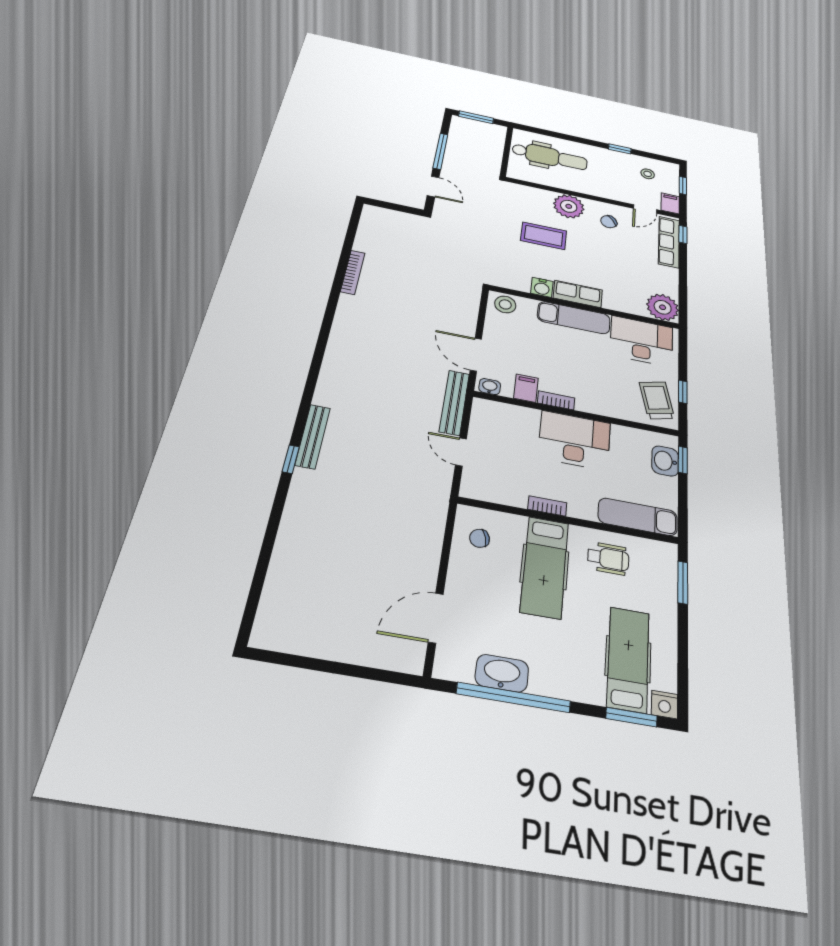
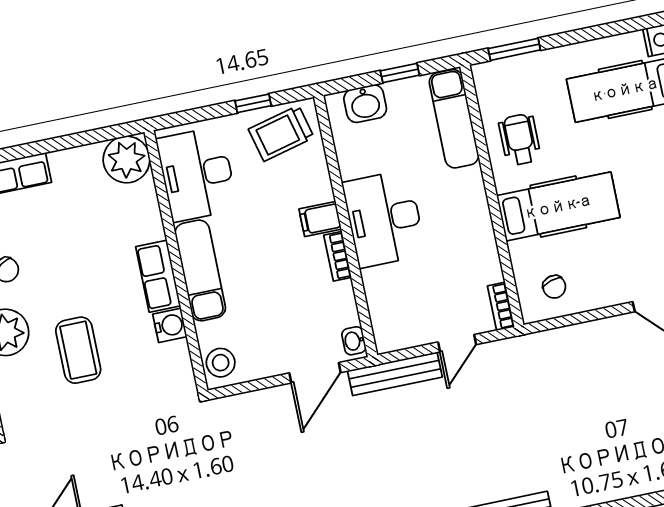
filing cabinet: (526, 388) -> (320, 219), moved
window: (683, 460) -> (400, 73), moved
bookcase: (547, 506) -> (501, 306), moved

